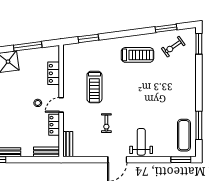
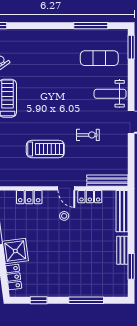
exercise mat: (184, 135) -> (99, 58), moved
bench: (68, 144) -> (107, 181), width x1.36
bench: (47, 152) -> (122, 211), width x1.36

